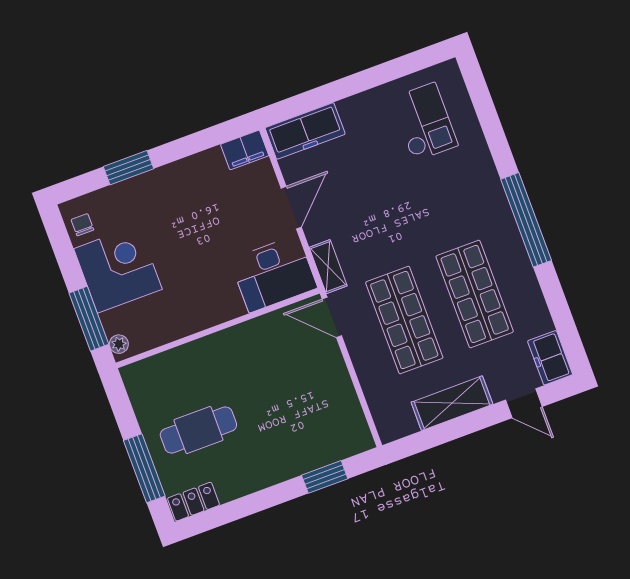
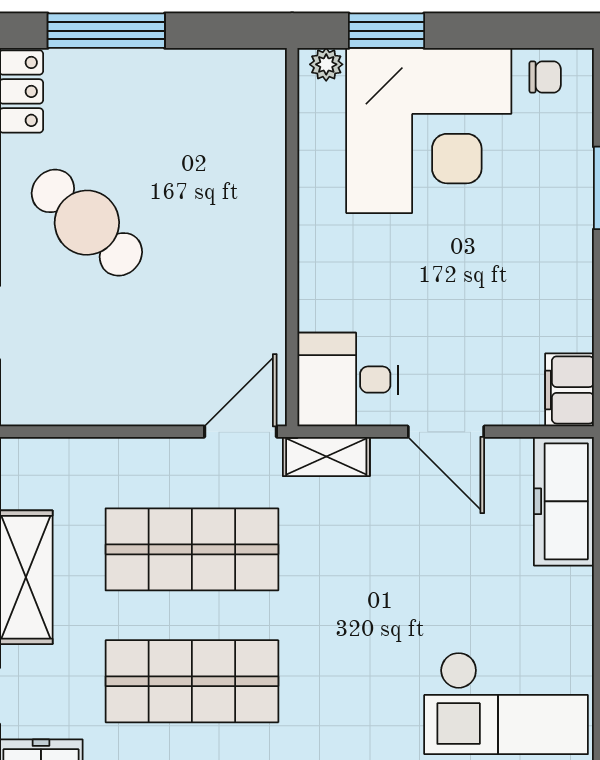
checkout: (424, 122) -> (506, 703), width x1.36, depth x1.21
corner desk: (118, 269) -> (429, 130), width x1.36, depth x1.36
desk: (274, 274) -> (348, 380), width x0.73
window: (89, 319) -> (386, 31), width x0.69
cafe table: (198, 430) -> (87, 223), moved, turned -47

